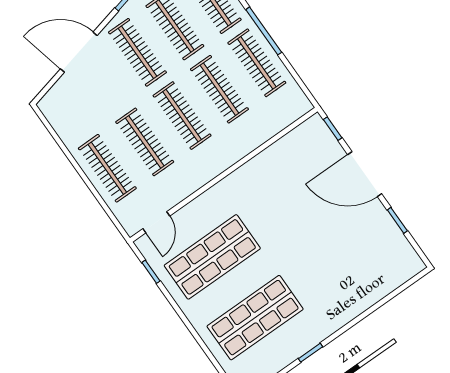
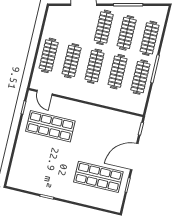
door: (365, 174) -> (134, 157), hinge flipped
door: (156, 222) -> (45, 93), hinge flipped
shop shelf: (255, 318) -> (98, 177), moved

